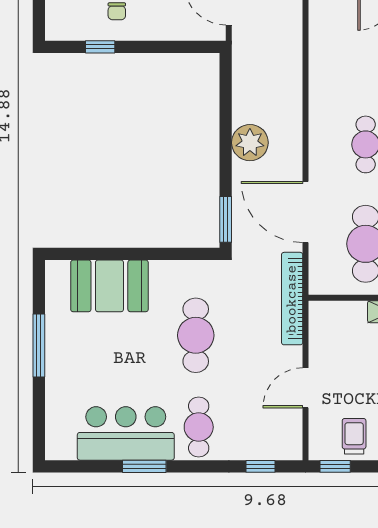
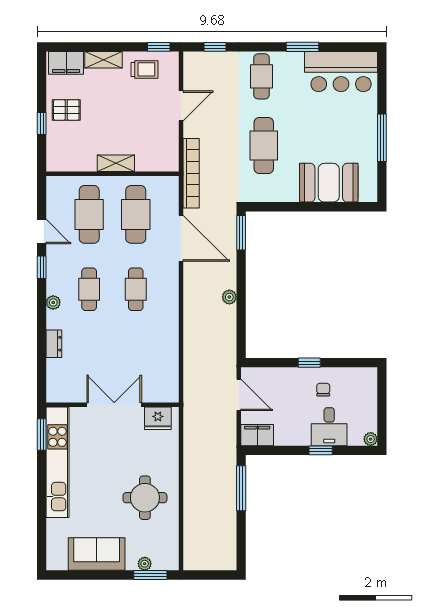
window: (100, 47) -> (309, 363), moved
plant: (250, 143) -> (229, 297), width x0.53, depth x0.53
bar counter: (126, 433) -> (341, 72), moved
trolley: (354, 436) -> (144, 69), turned -90

